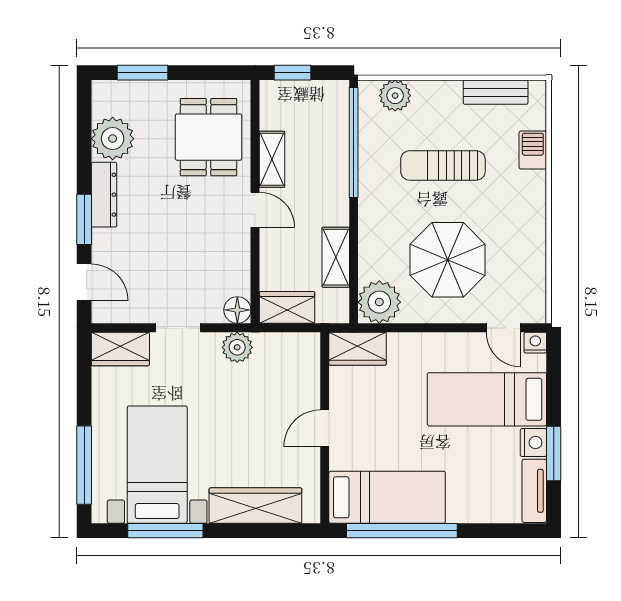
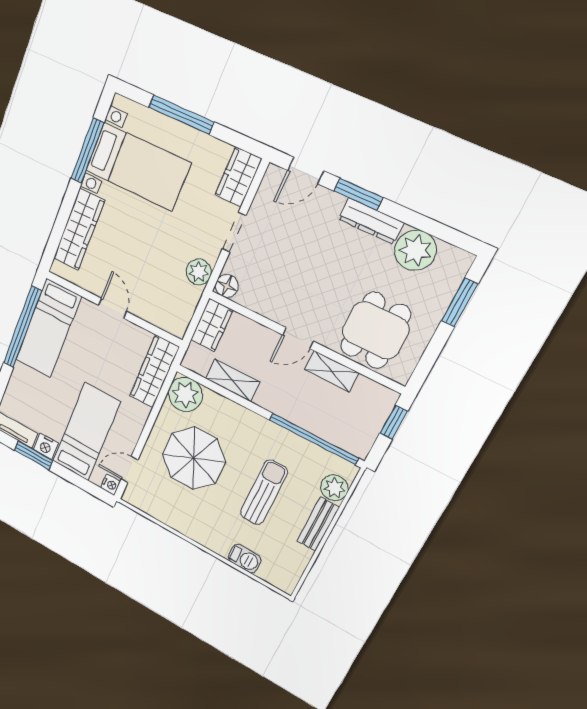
bench: (496, 92) -> (318, 524), moved
dining table: (209, 137) -> (375, 330), turned 90
wardrobe: (358, 349) -> (154, 372), width x1.50
window: (84, 465) -> (181, 115), moved

